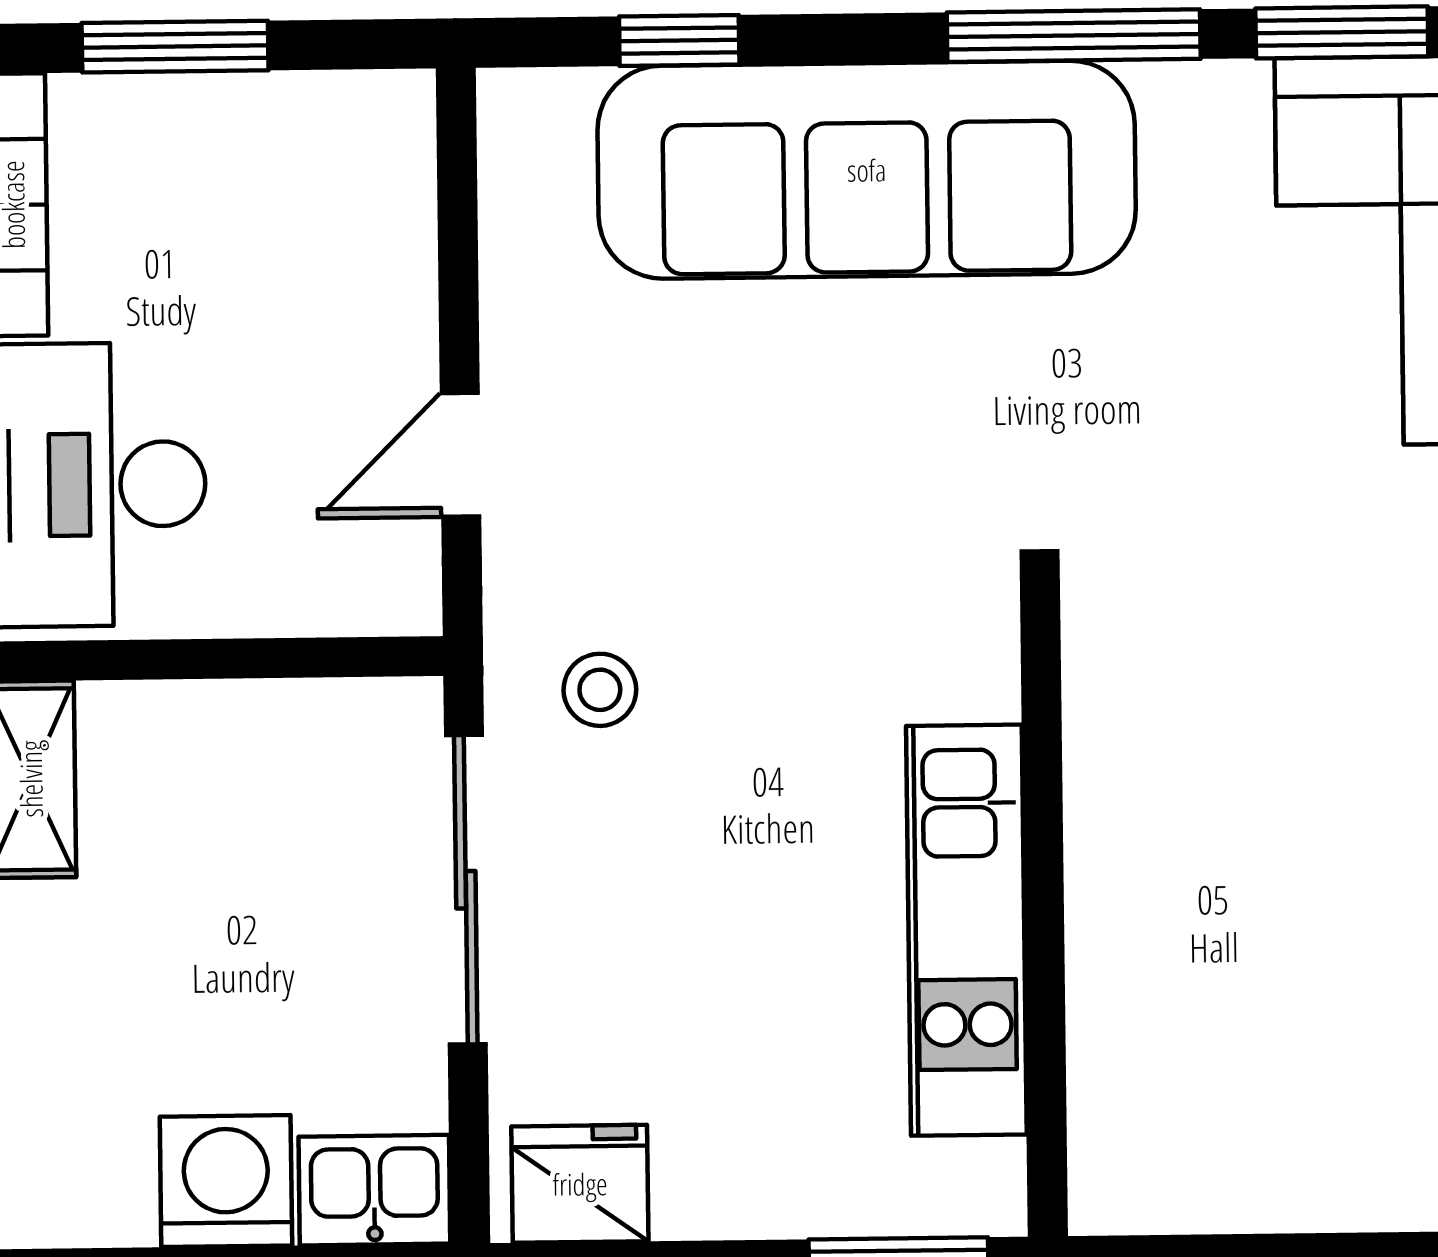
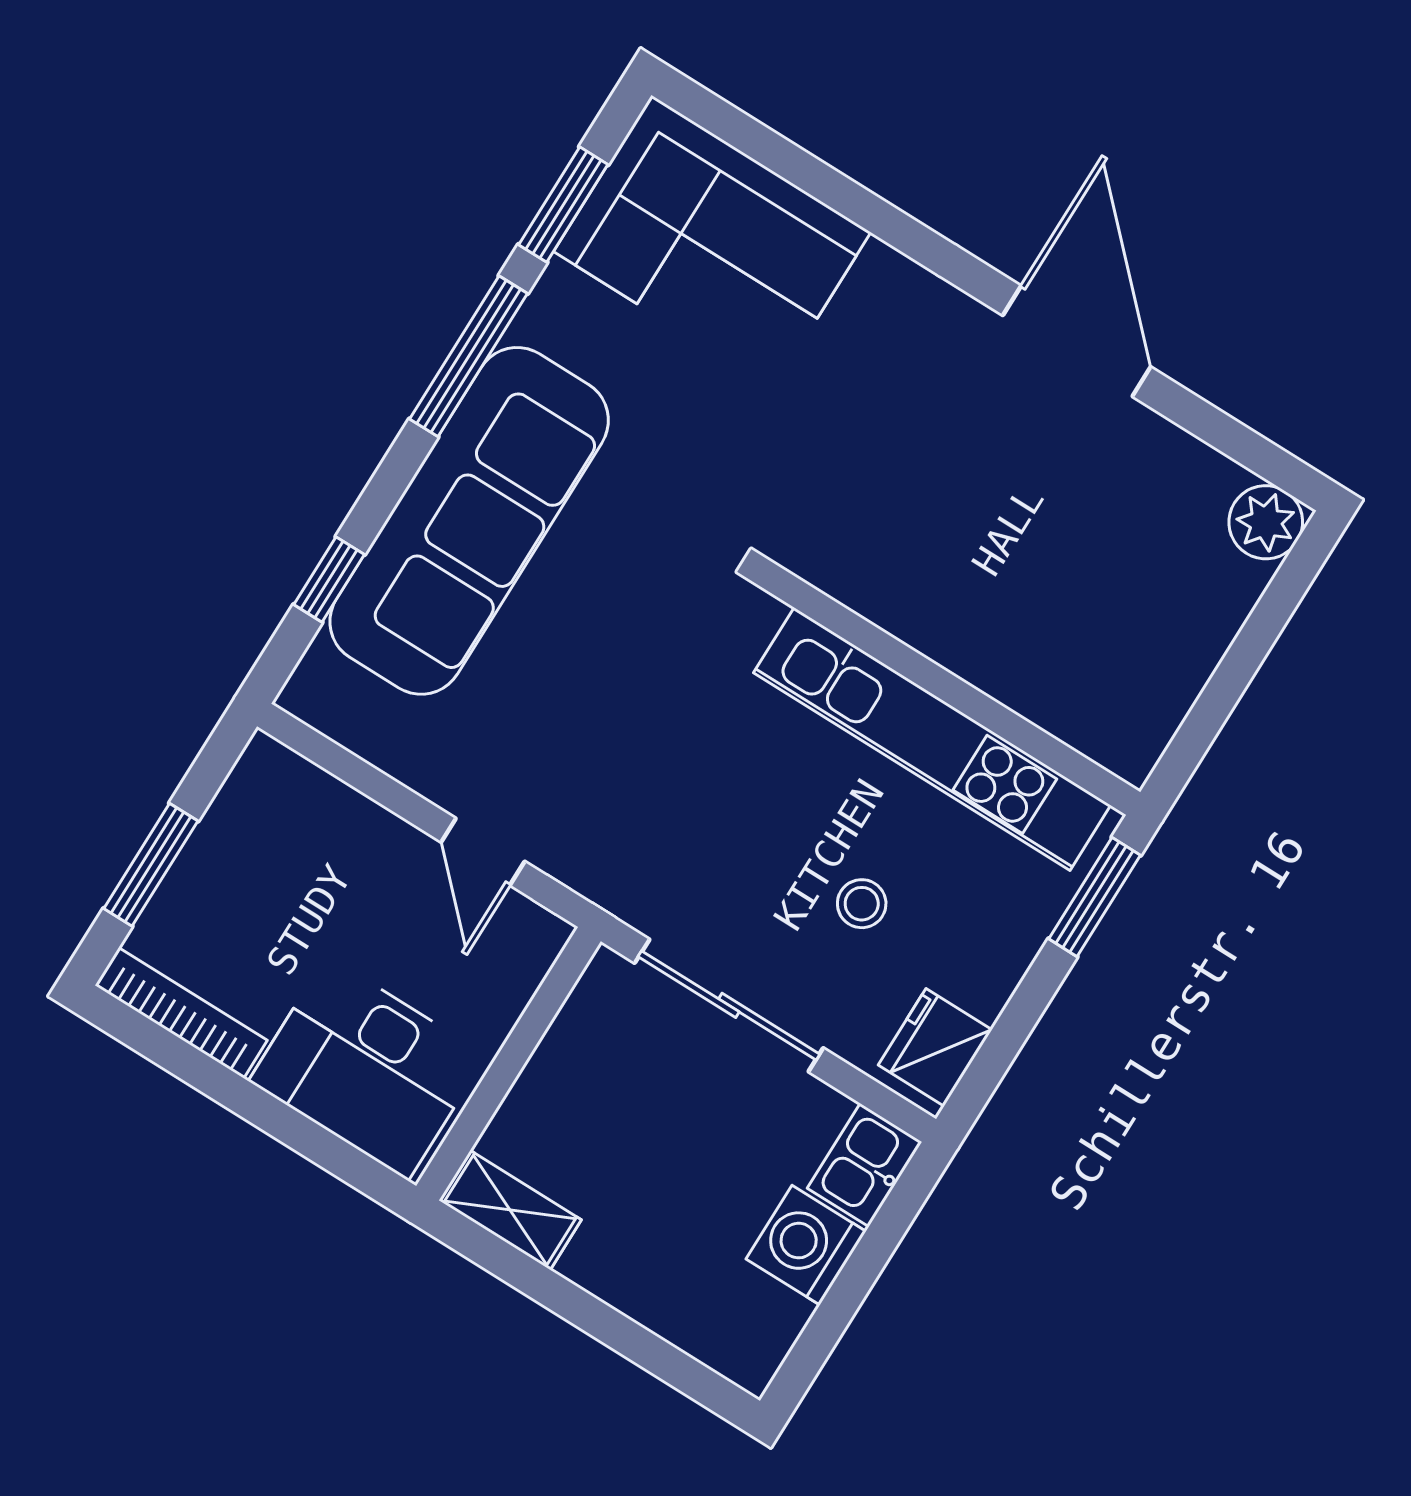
stool: (600, 690) -> (862, 904), moved
kitchen unit: (966, 930) -> (932, 739), width x1.36

